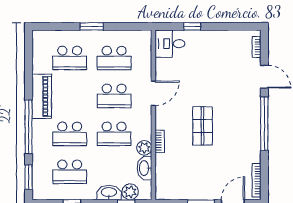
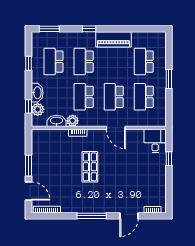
window: (264, 124) -> (92, 216), width x0.68
shop shelf: (202, 126) -> (90, 167), turned 90
window: (29, 127) -> (89, 29), width x0.32

